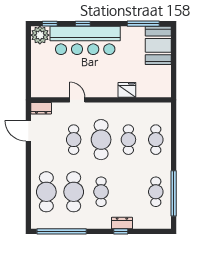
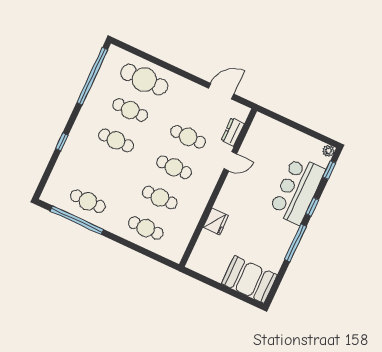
window: (143, 24) -> (296, 243), moved
plant: (40, 35) -> (328, 151), width x0.53, depth x0.53
bar counter: (85, 40) -> (297, 190), width x0.73
dresser: (41, 108) -> (233, 132), moved
cafe table: (101, 140) -> (174, 167), width x0.73, depth x0.74
cafe table: (74, 192) -> (130, 110), width x0.73, depth x0.74
dresser: (122, 223) -> (71, 147), removed

